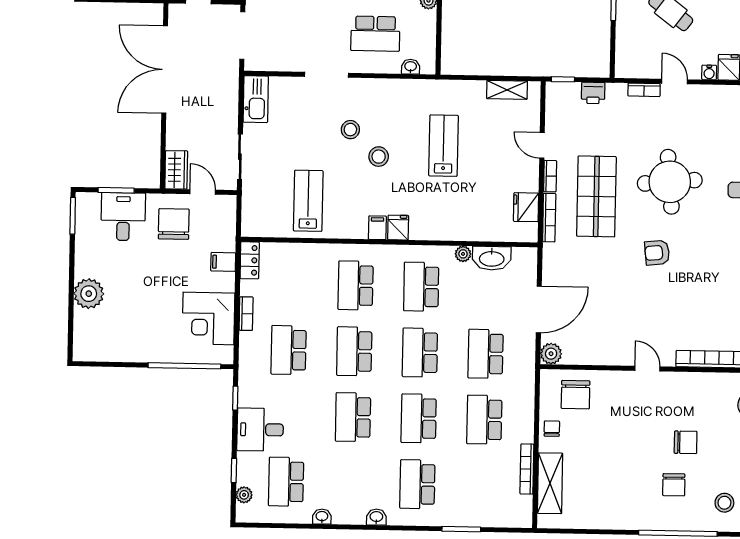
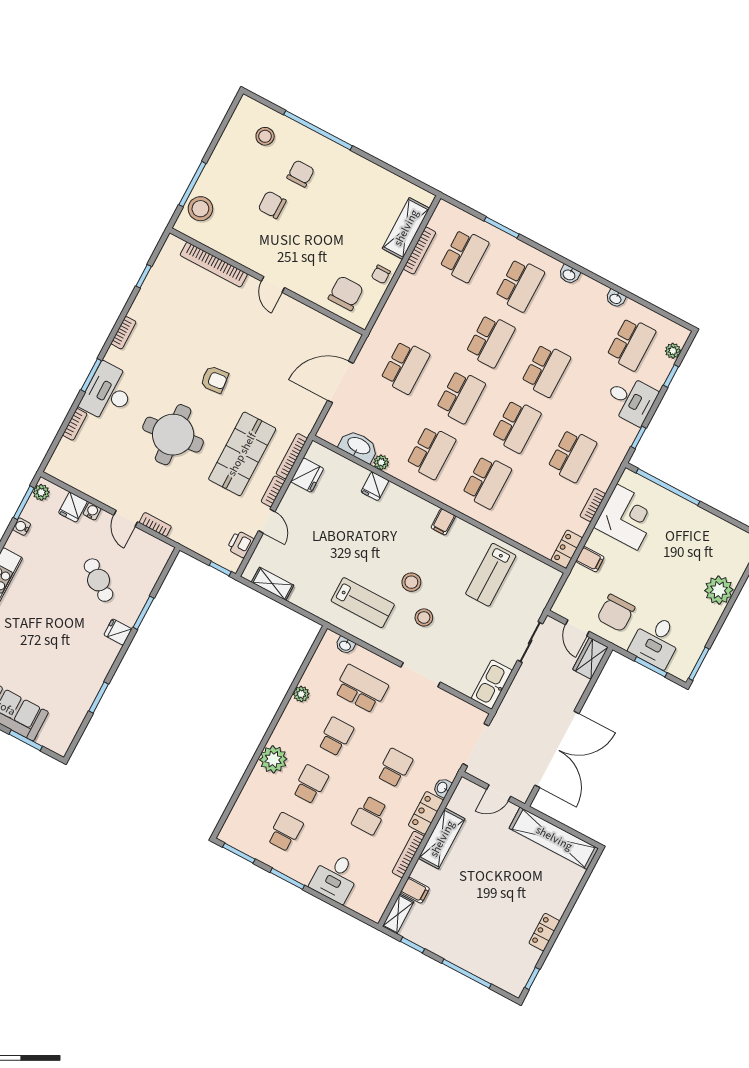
printer: (593, 93) -> (240, 544), moved, turned -90
lab bench: (443, 146) -> (363, 603), moved, turned -90
fridge: (398, 228) -> (375, 486), moved
plant: (551, 354) -> (349, 339), removed
school desk: (484, 420) -> (464, 255), moved

